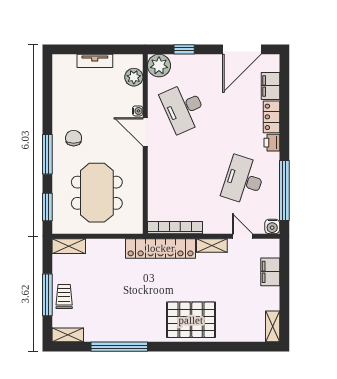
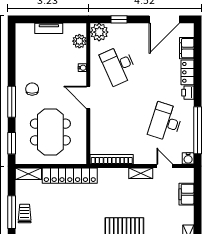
door: (145, 132) -> (88, 97), moved
locker: (161, 248) -> (70, 176), moved

